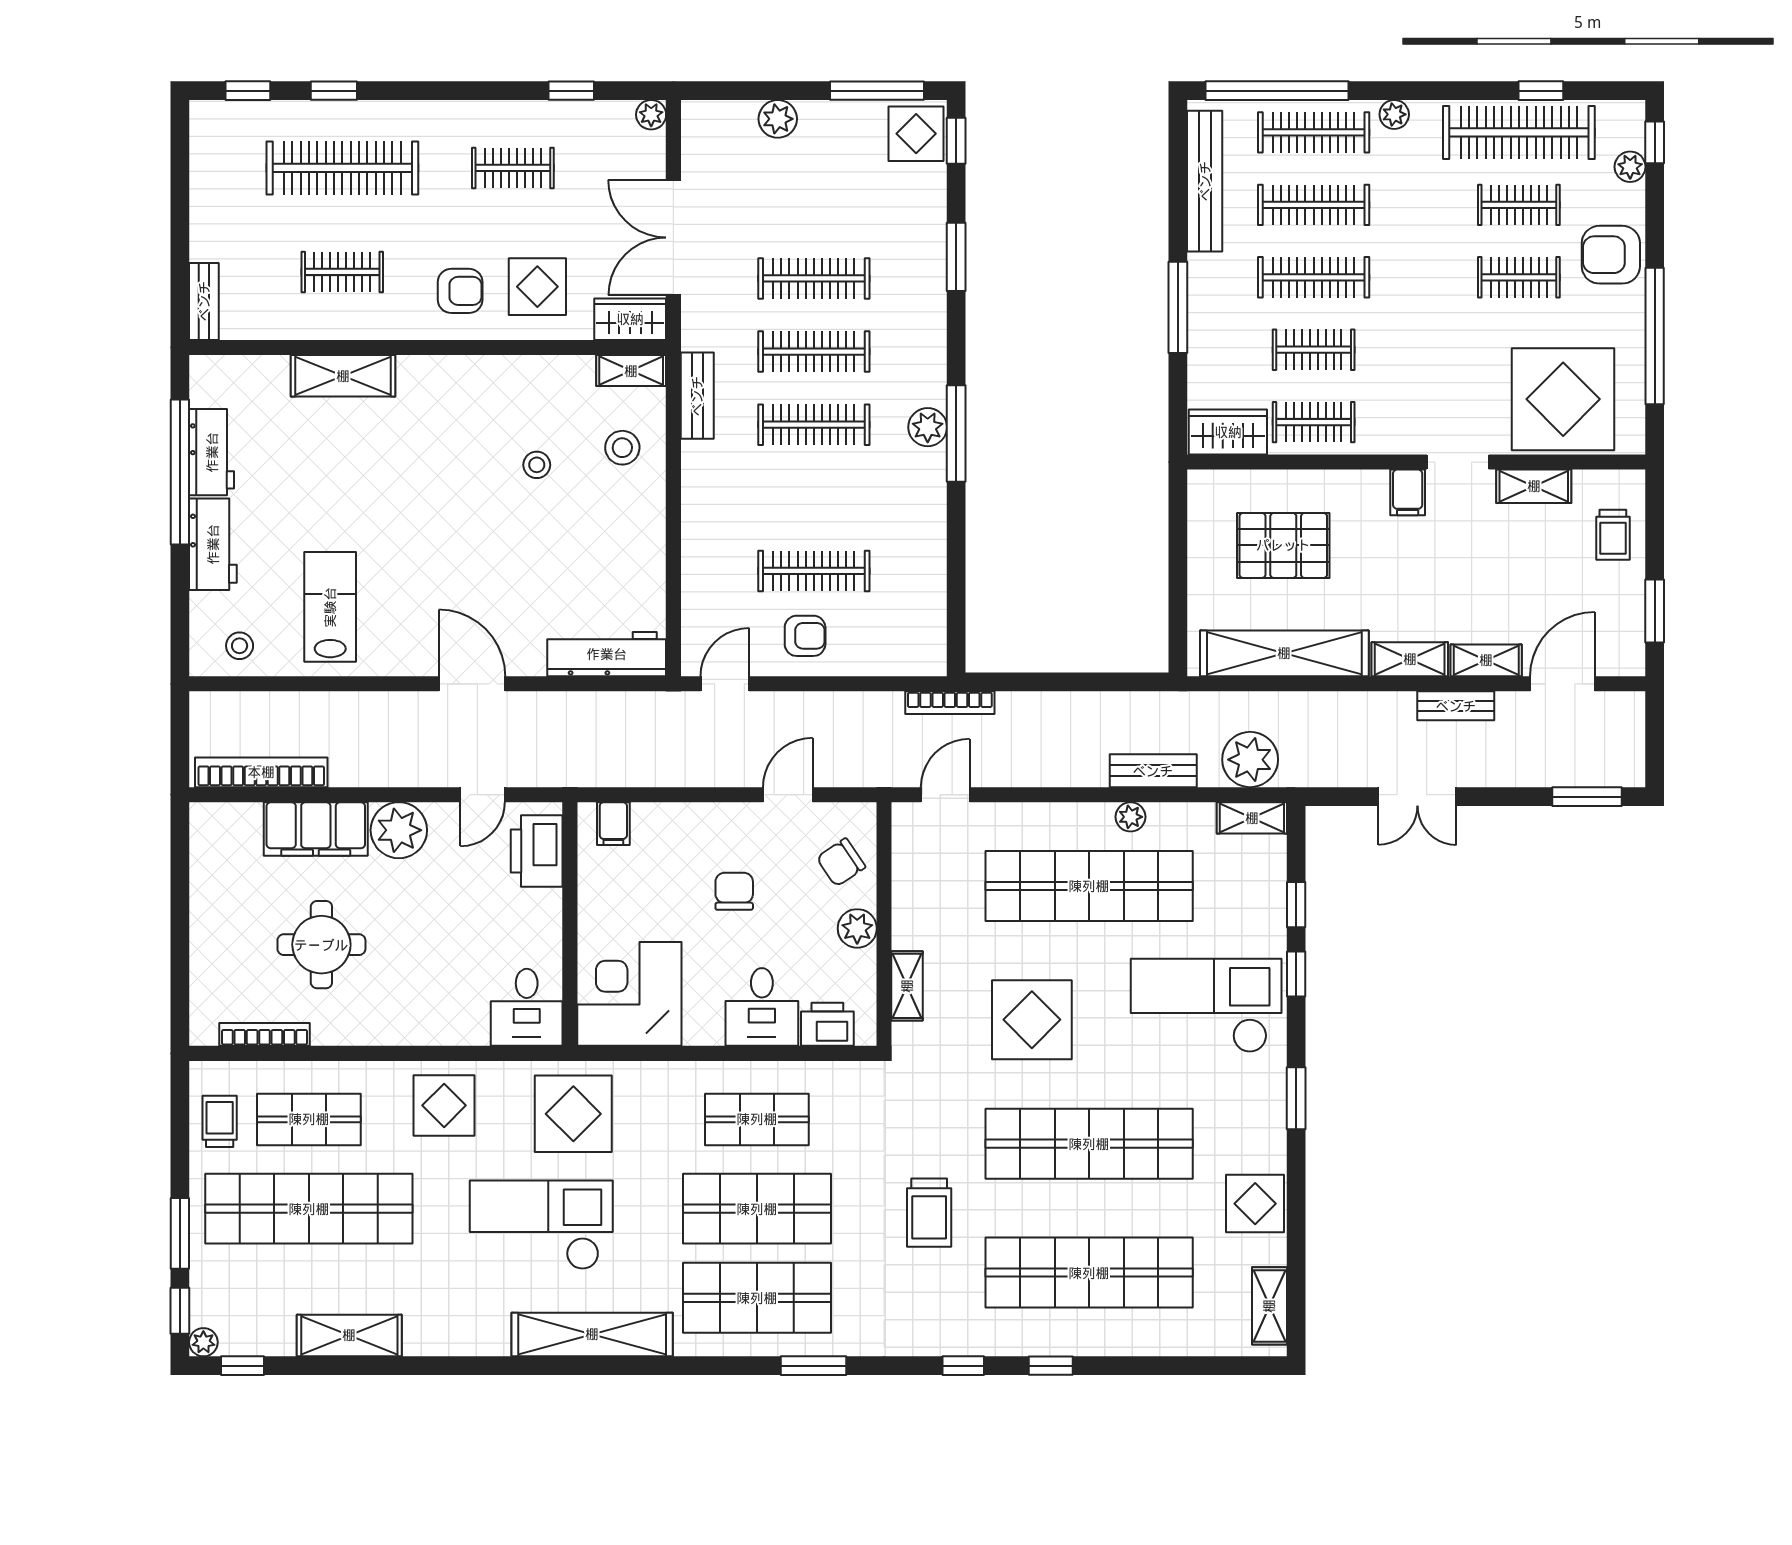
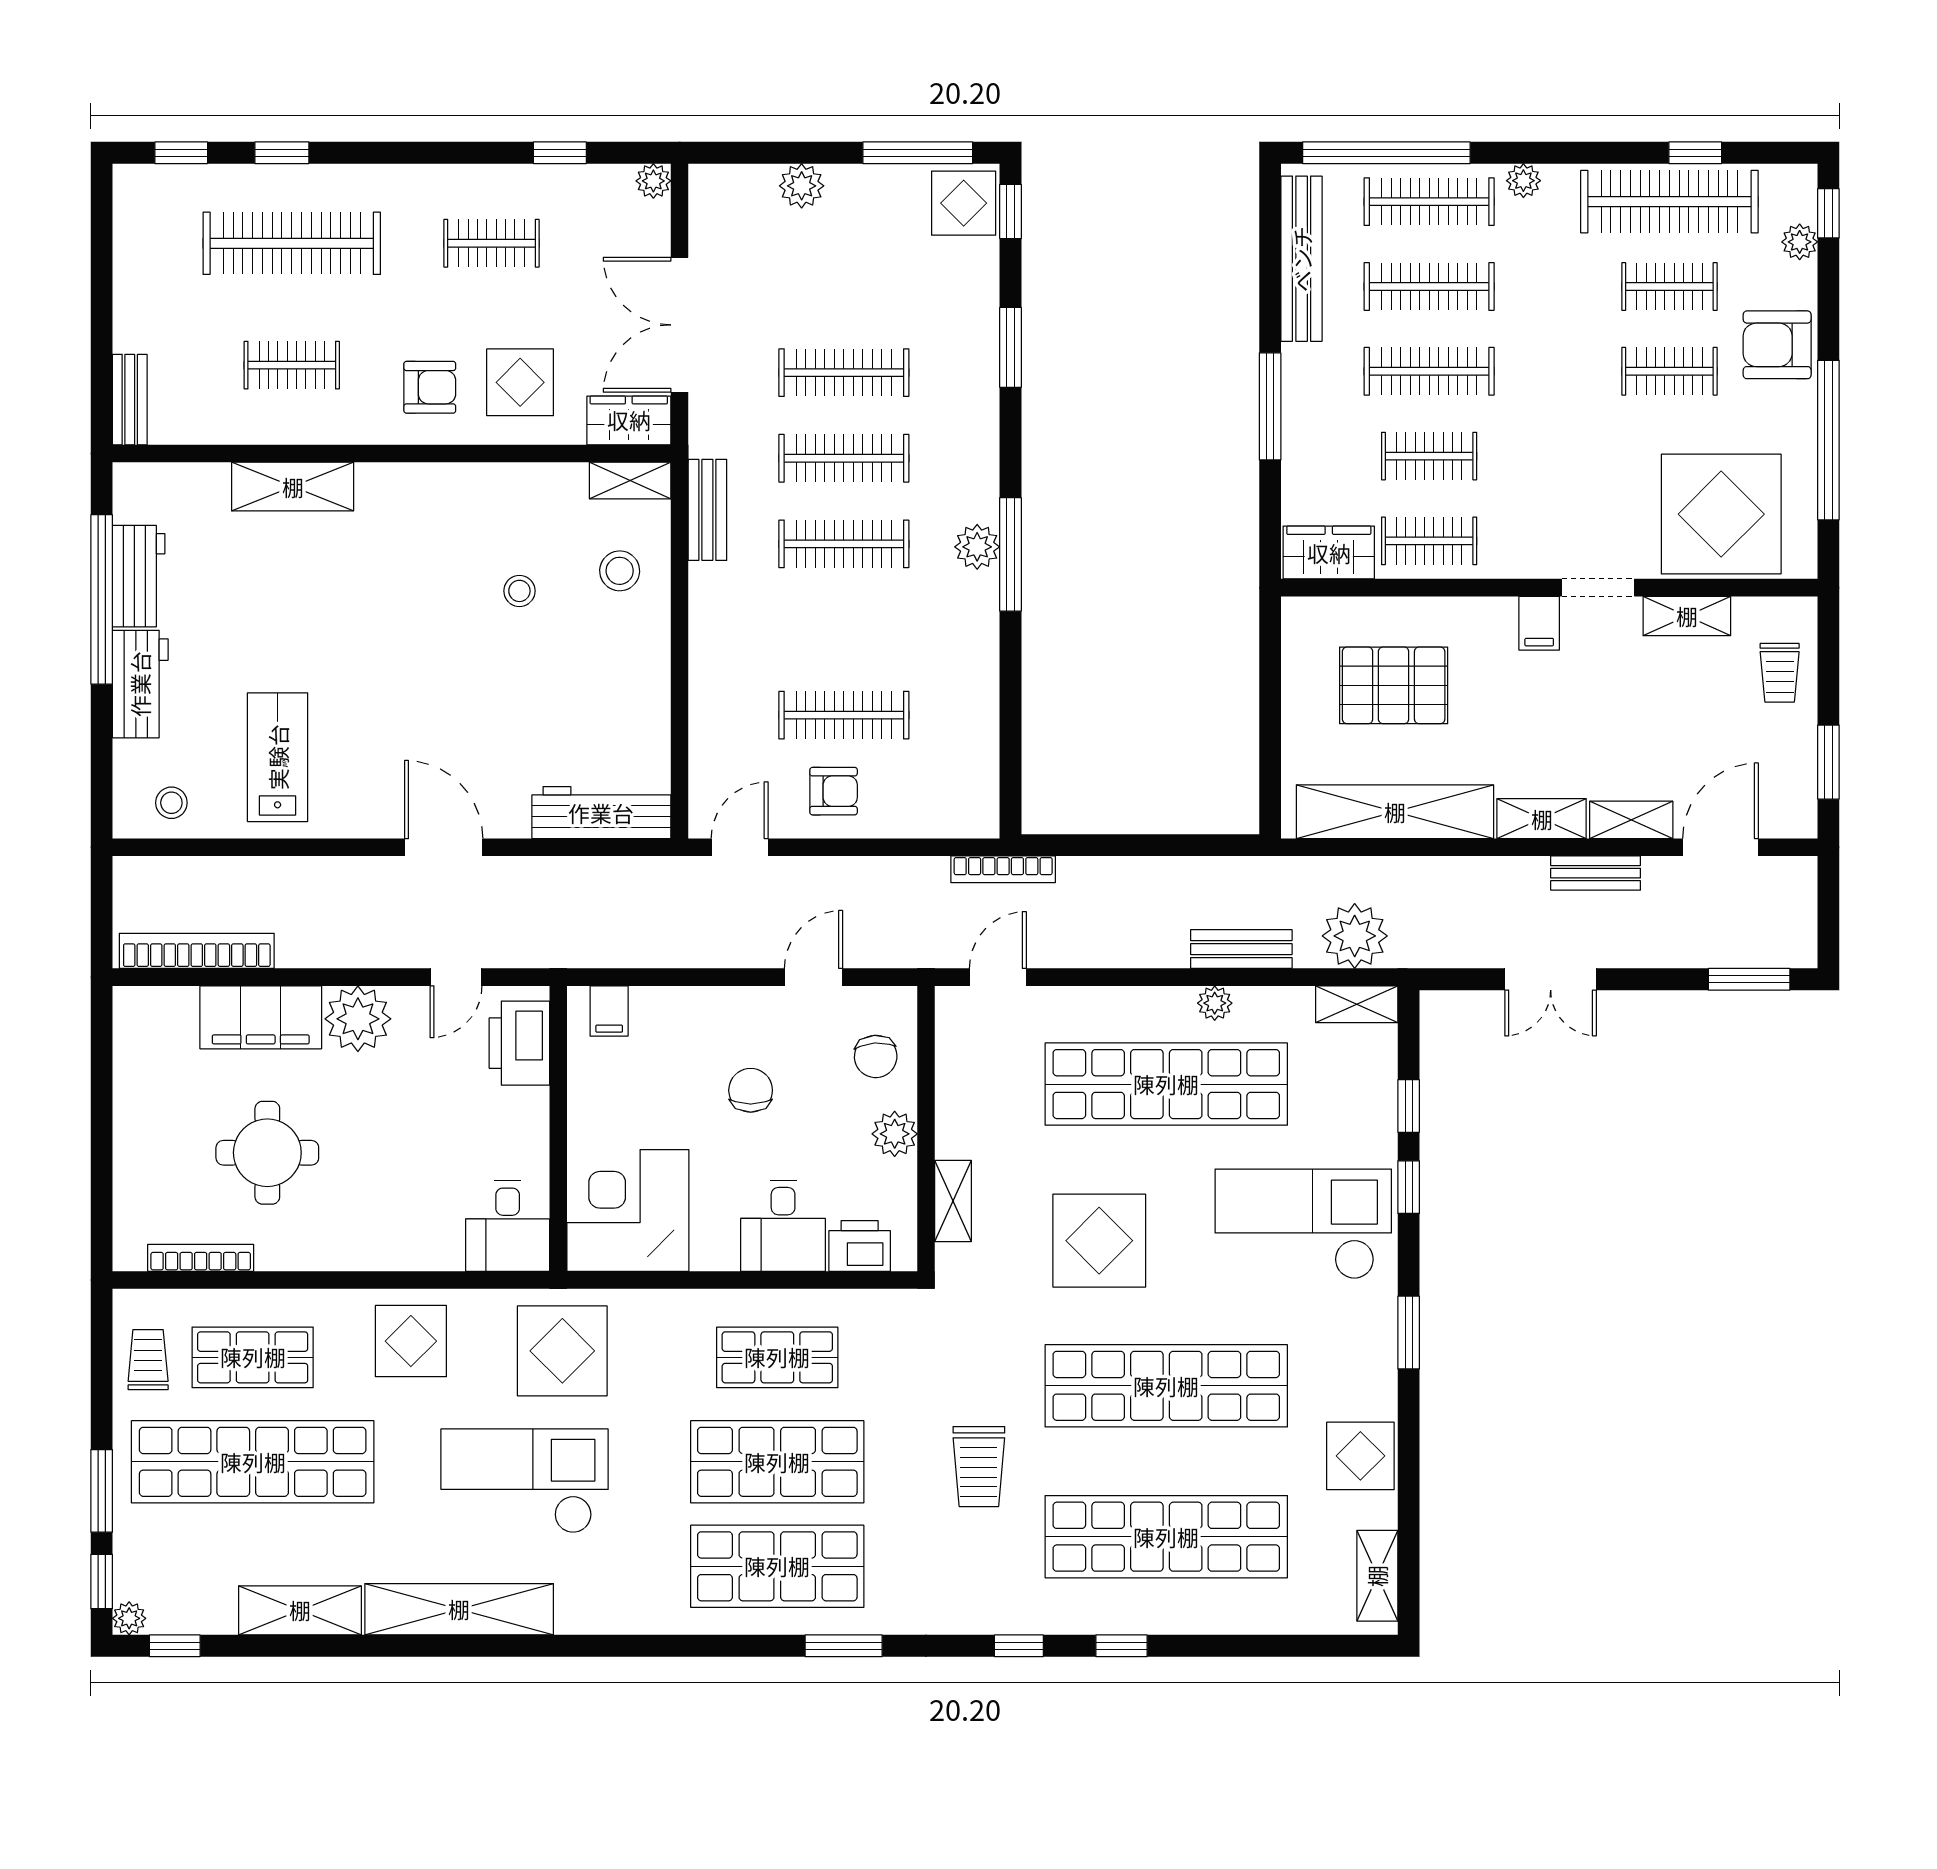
chair: (841, 862) -> (876, 1056), turned -60
shelving: (592, 1334) -> (459, 1609), moved

